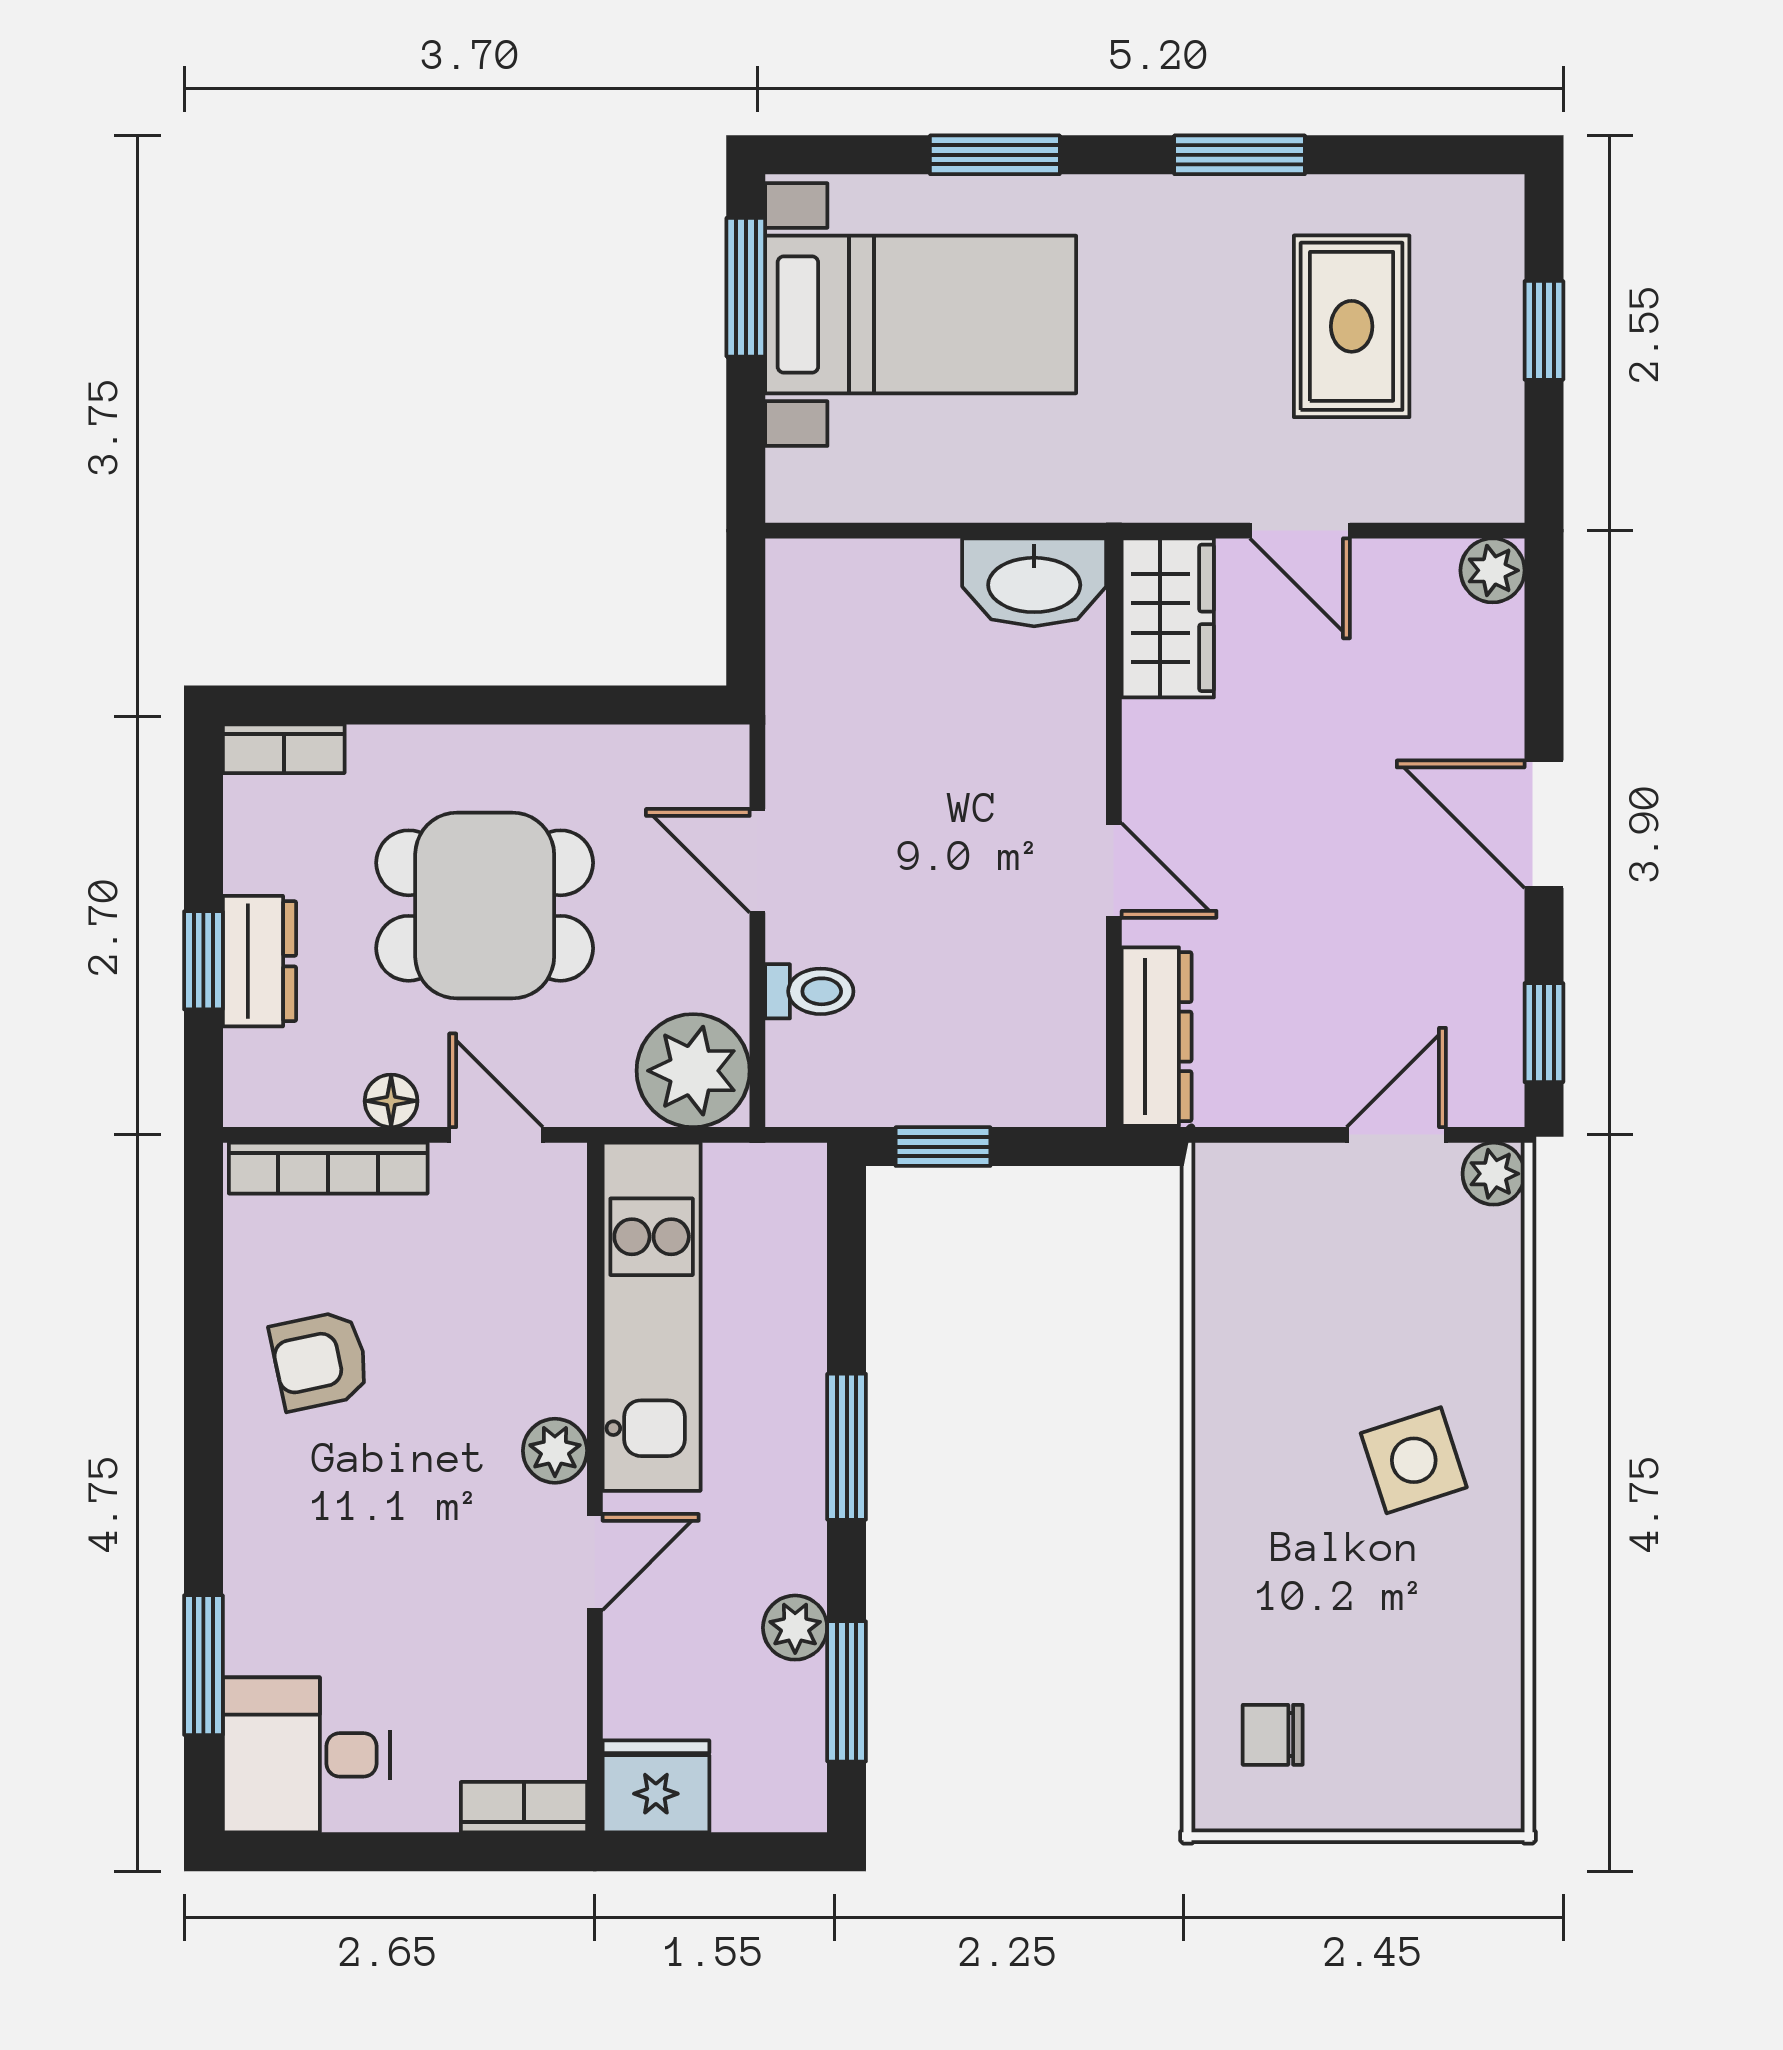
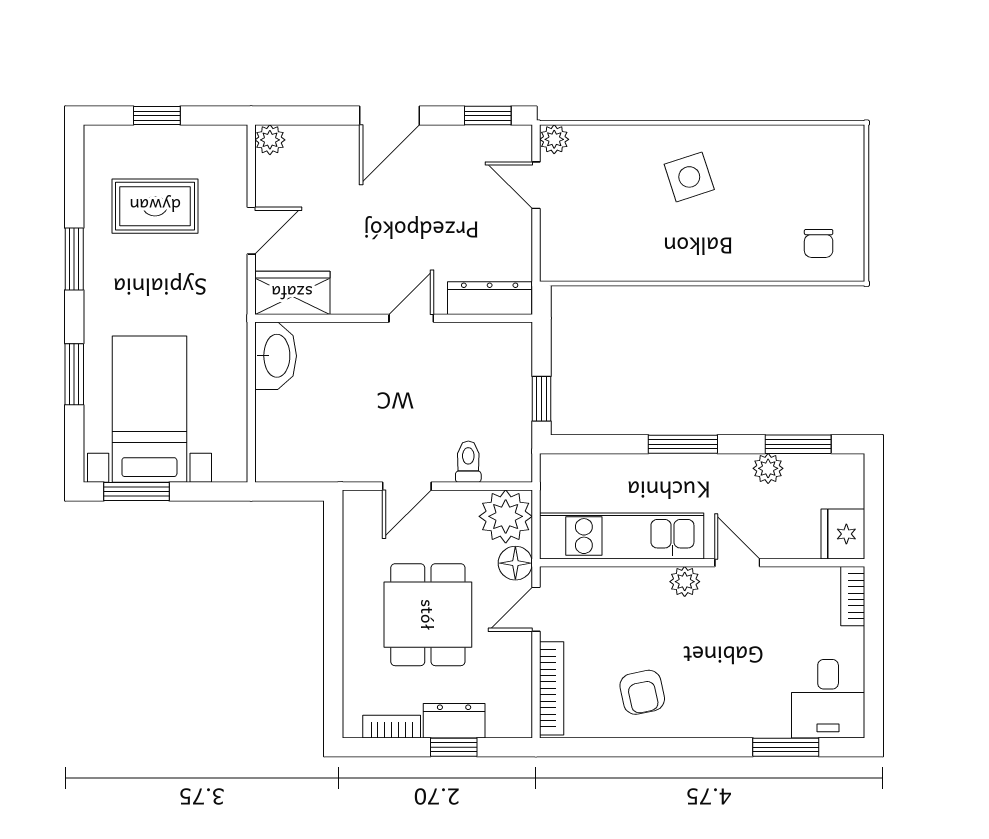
bookcase: (284, 749) -> (392, 727), moved, turned -90
floor lamp: (391, 1101) -> (515, 563), moved, width x1.37, depth x1.37

